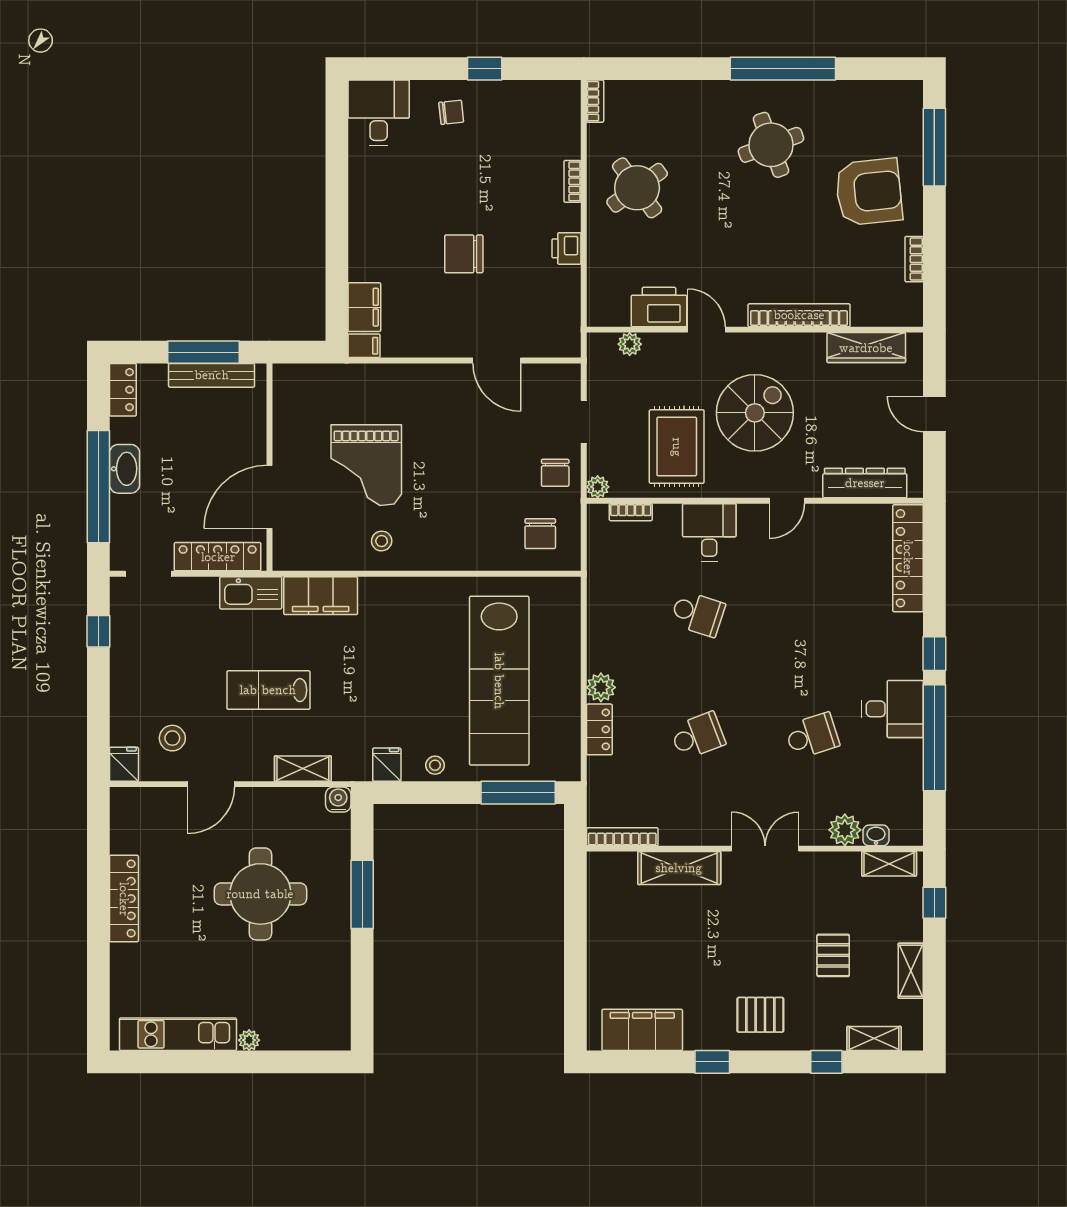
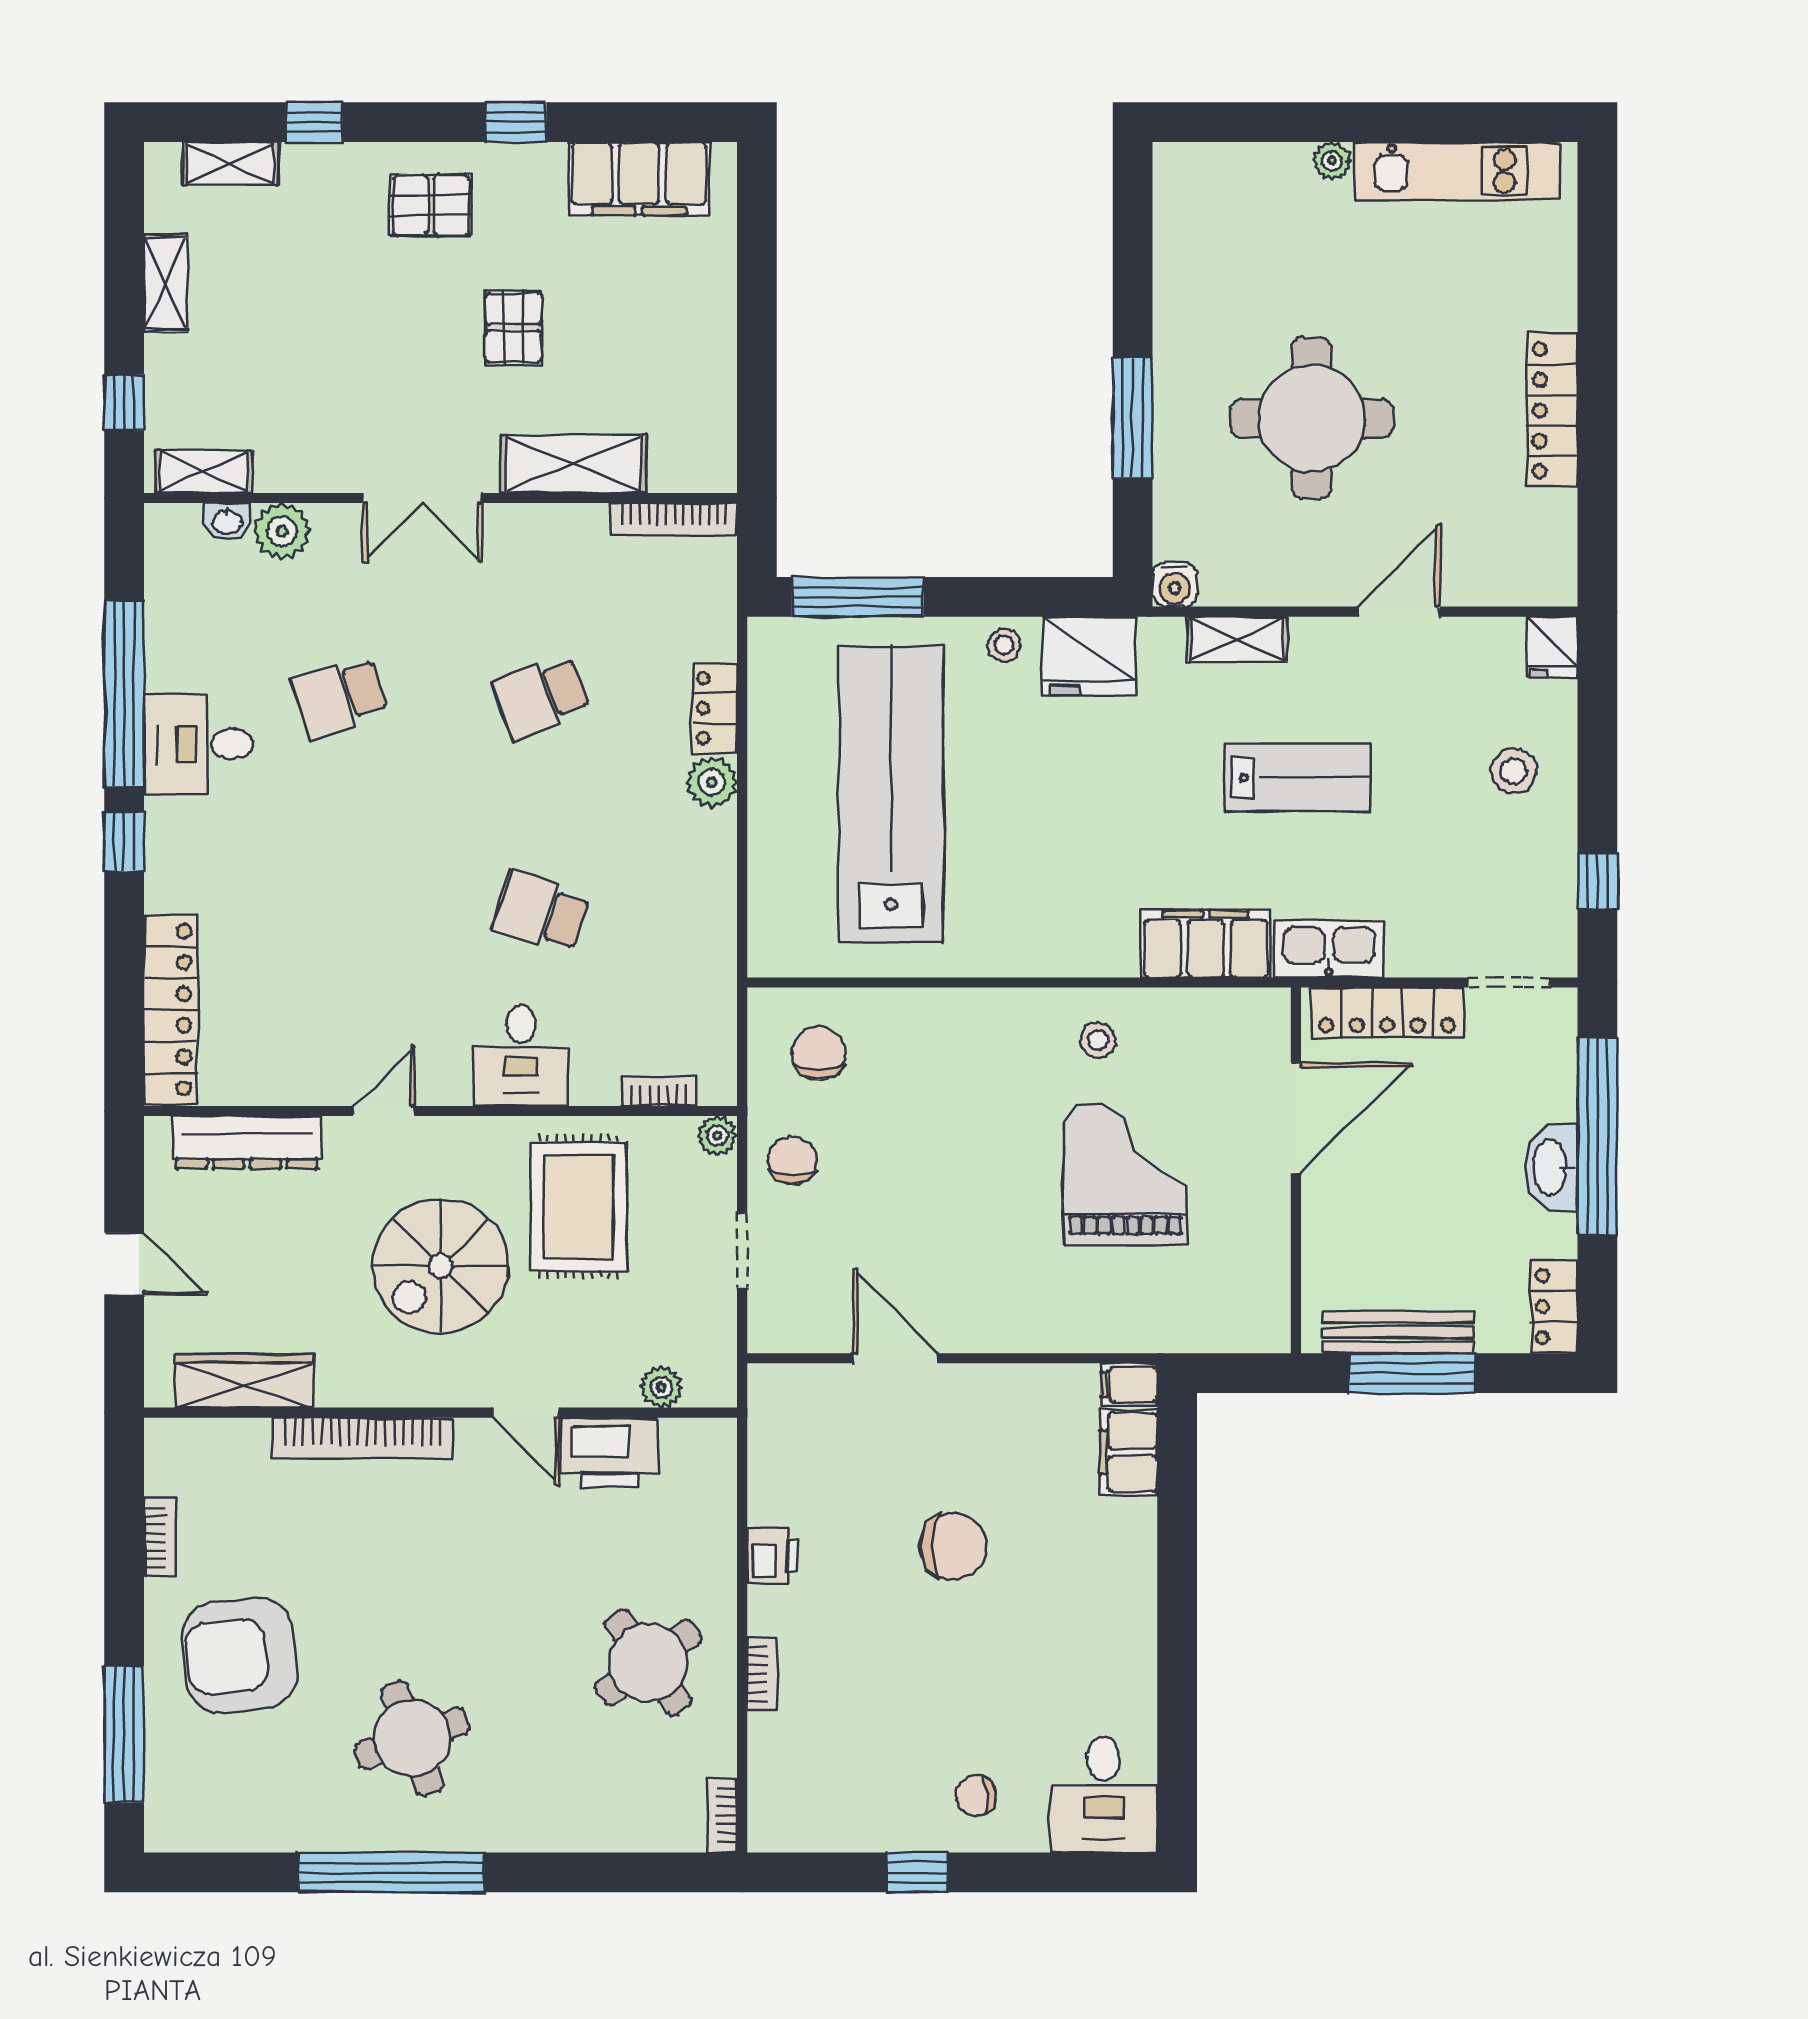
stool: (172, 738) -> (1514, 771), moved
fridge: (387, 765) -> (1089, 656), width x1.88, depth x1.34
pallet: (833, 955) -> (514, 327), moved

